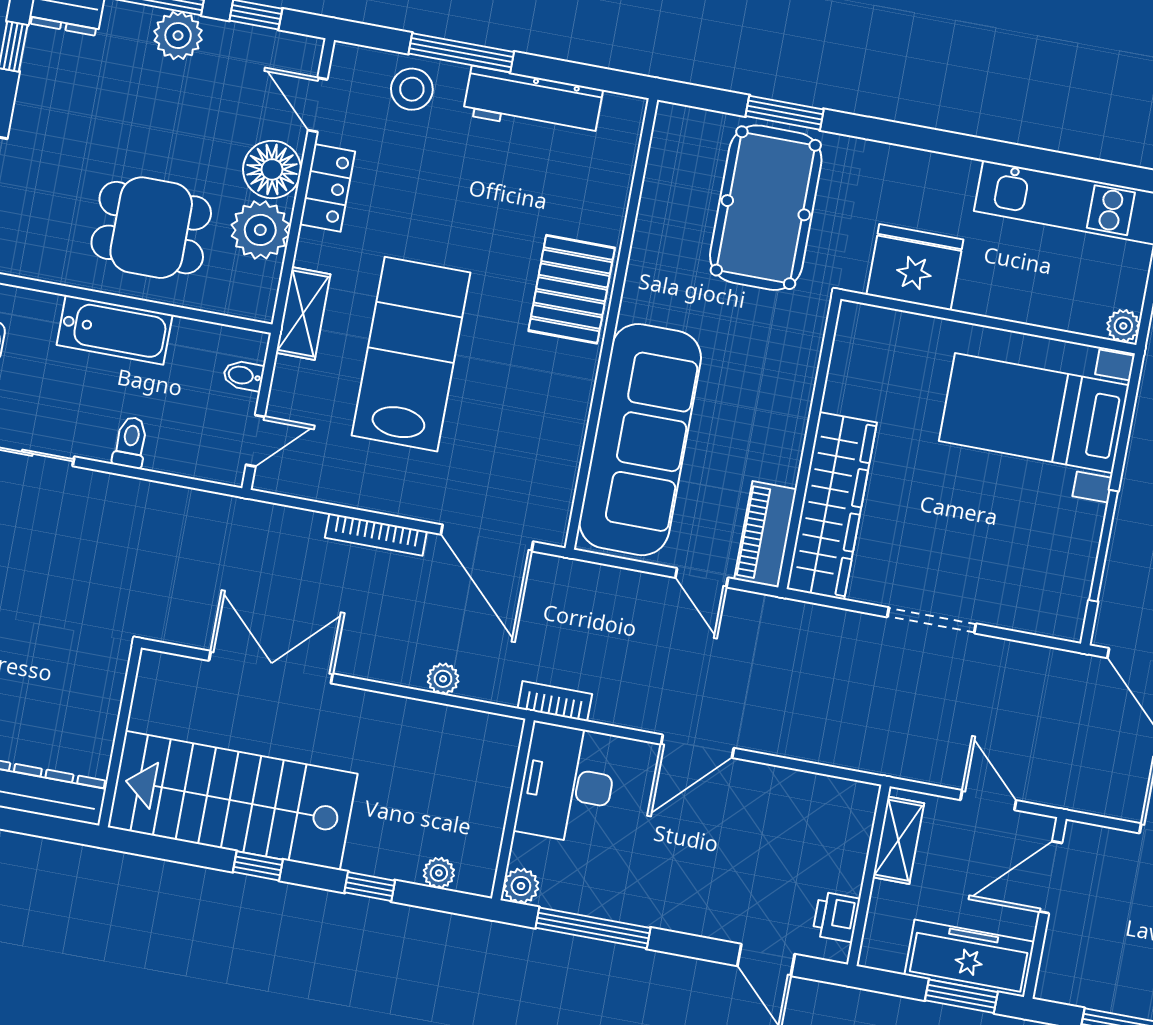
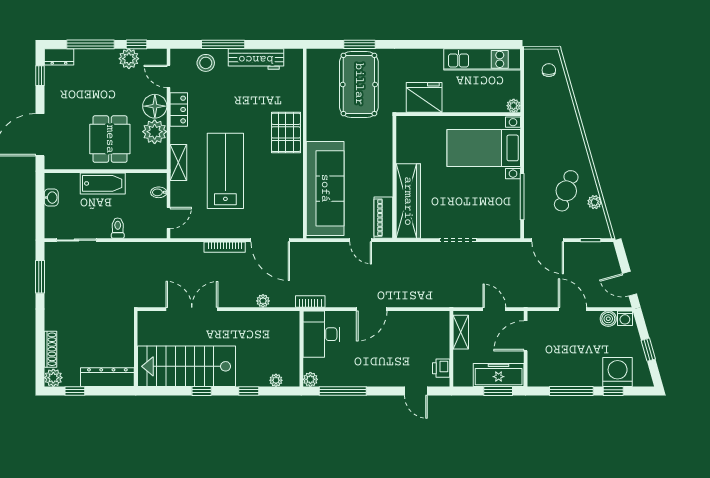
plant: (178, 36) -> (129, 59), moved
dining table: (151, 228) -> (110, 139), turned 90

